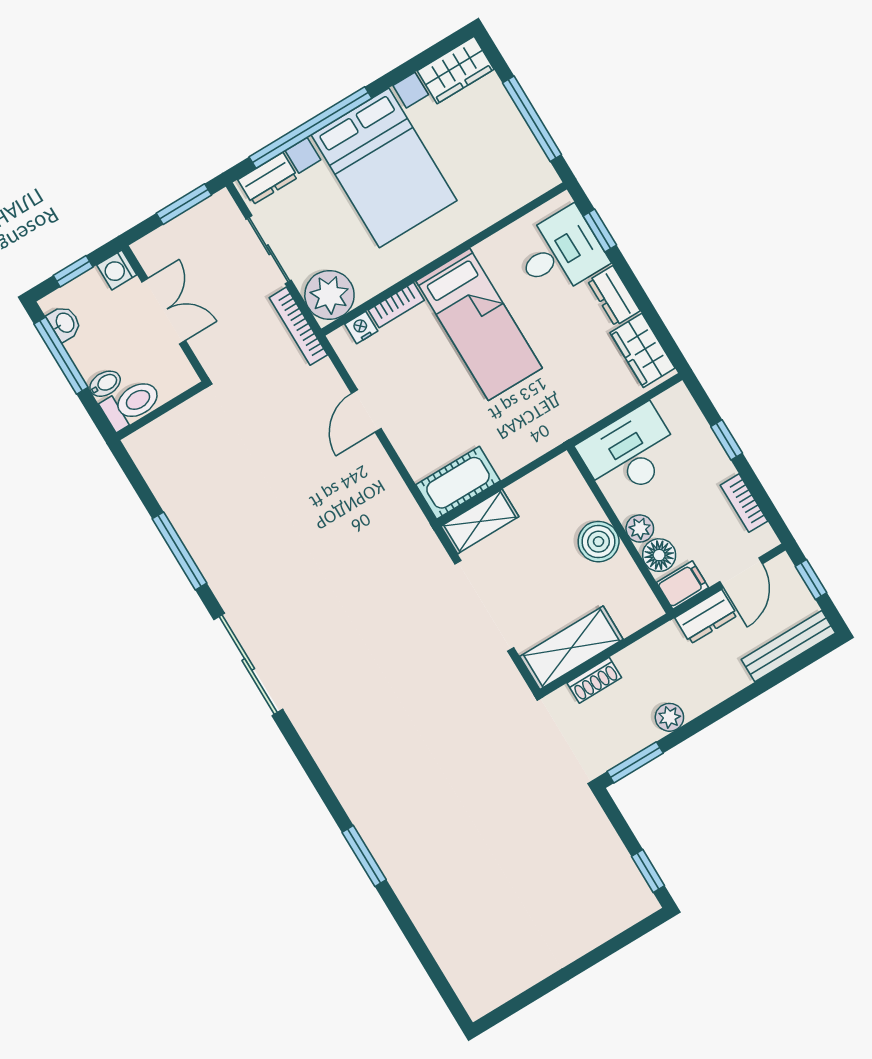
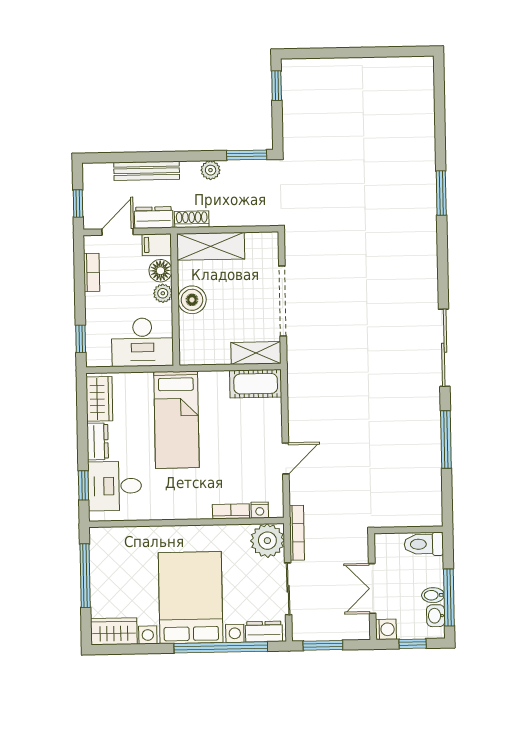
bed: (479, 324) -> (176, 420), moved, turned 180
bidet: (105, 384) -> (433, 595), moved
window: (727, 440) -> (81, 339), moved
bench: (788, 646) -> (147, 171), moved
shelving: (571, 648) -> (211, 246), moved
shoe rack: (594, 680) -> (192, 219), moved

